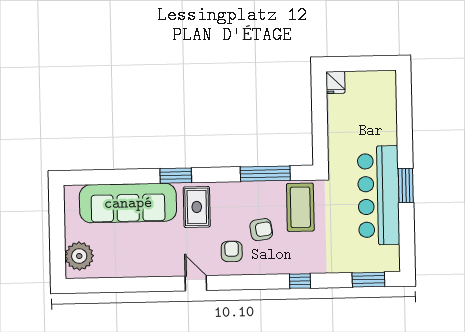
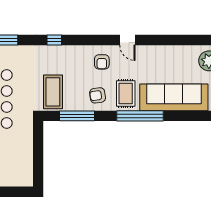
fridge: (335, 82) -> (27, 179), removed
window: (176, 176) -> (140, 116), width x2.11
armchair: (261, 230) -> (98, 95), moved

